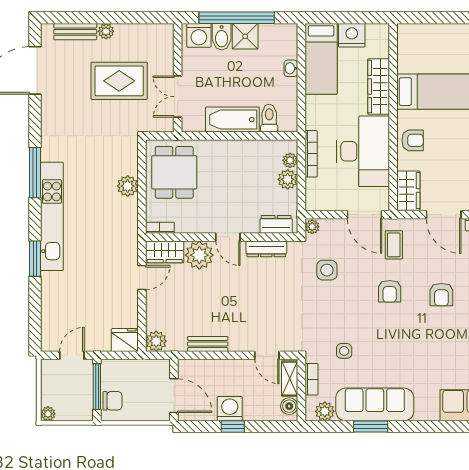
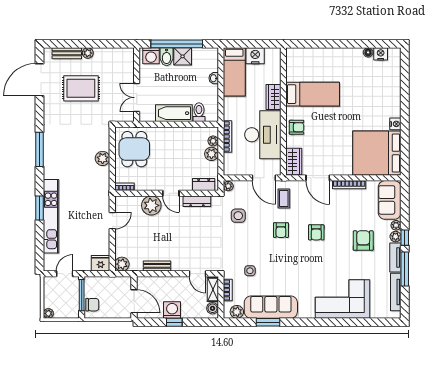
rug: (119, 81) -> (81, 88), moved
wardrobe: (379, 87) -> (274, 97), width x0.67
kitchen unit: (52, 216) -> (51, 216), moved
wardrobe: (165, 252) -> (128, 203), removed

